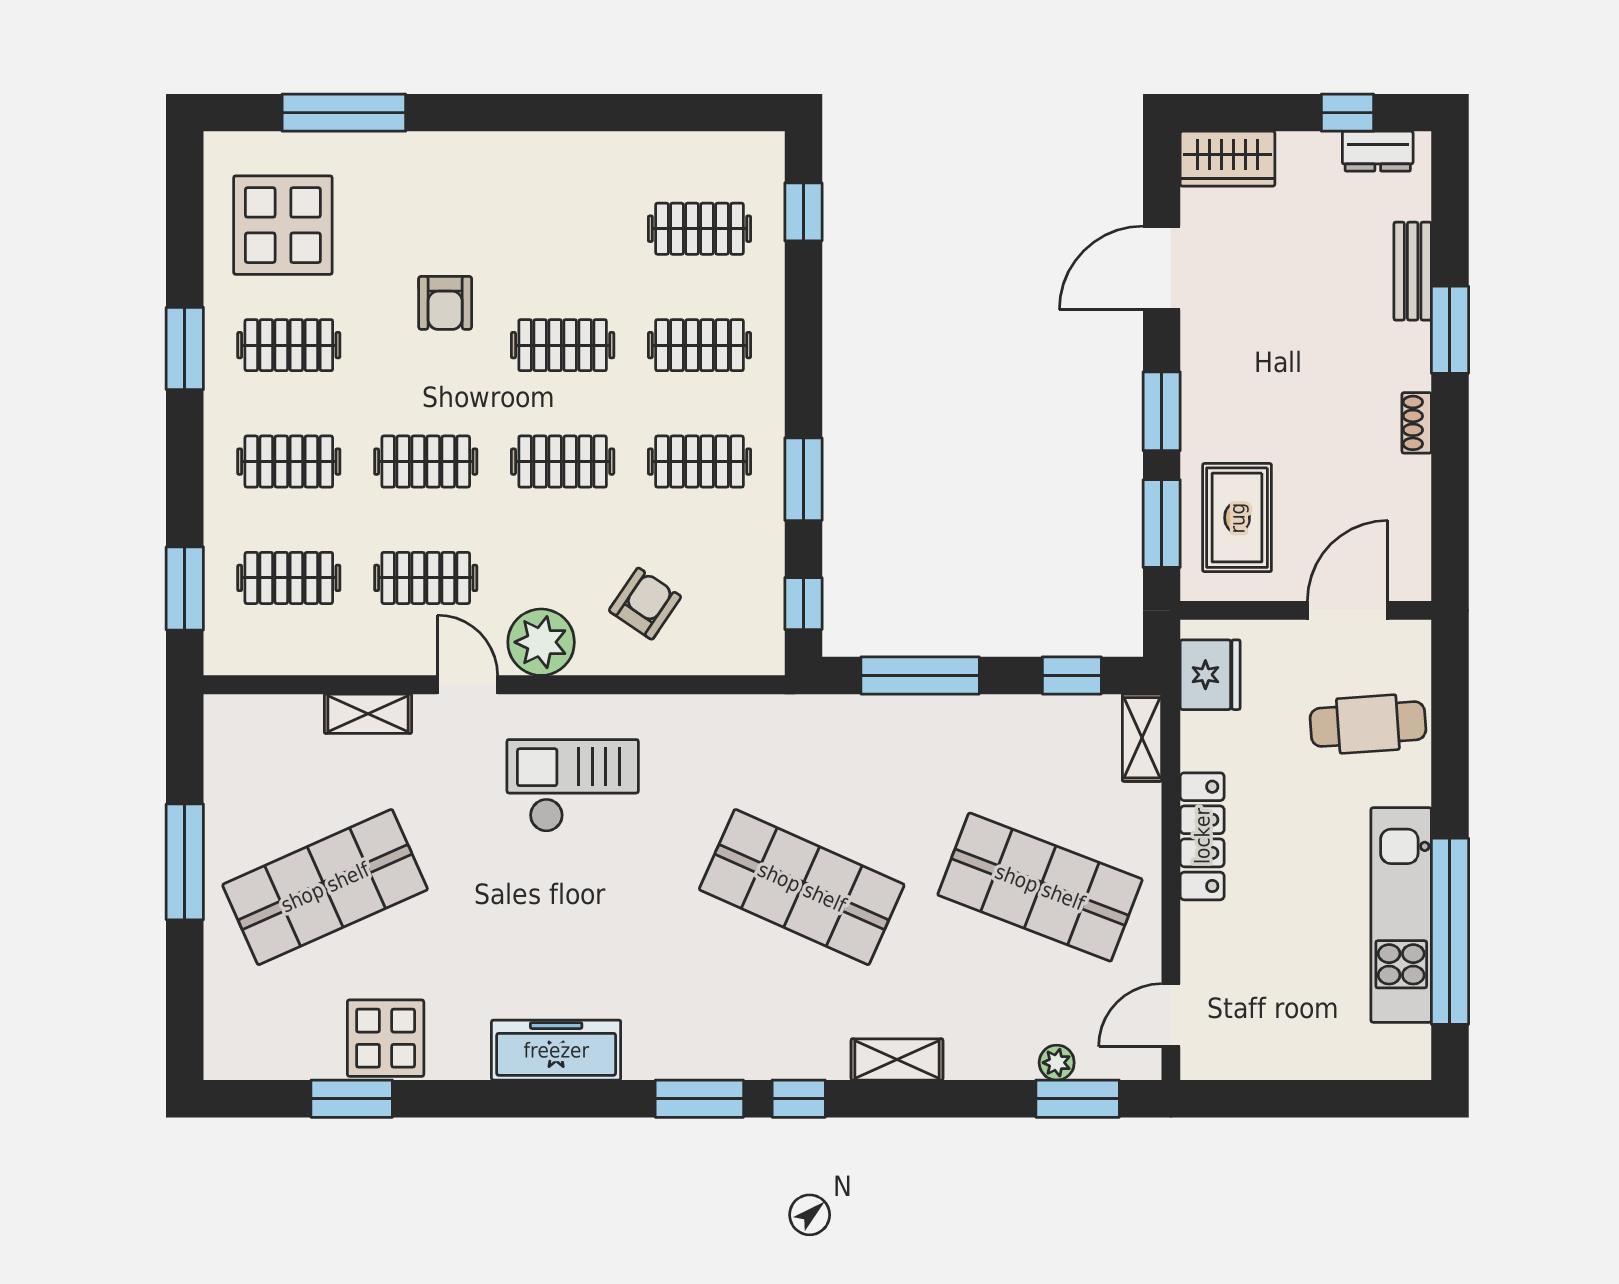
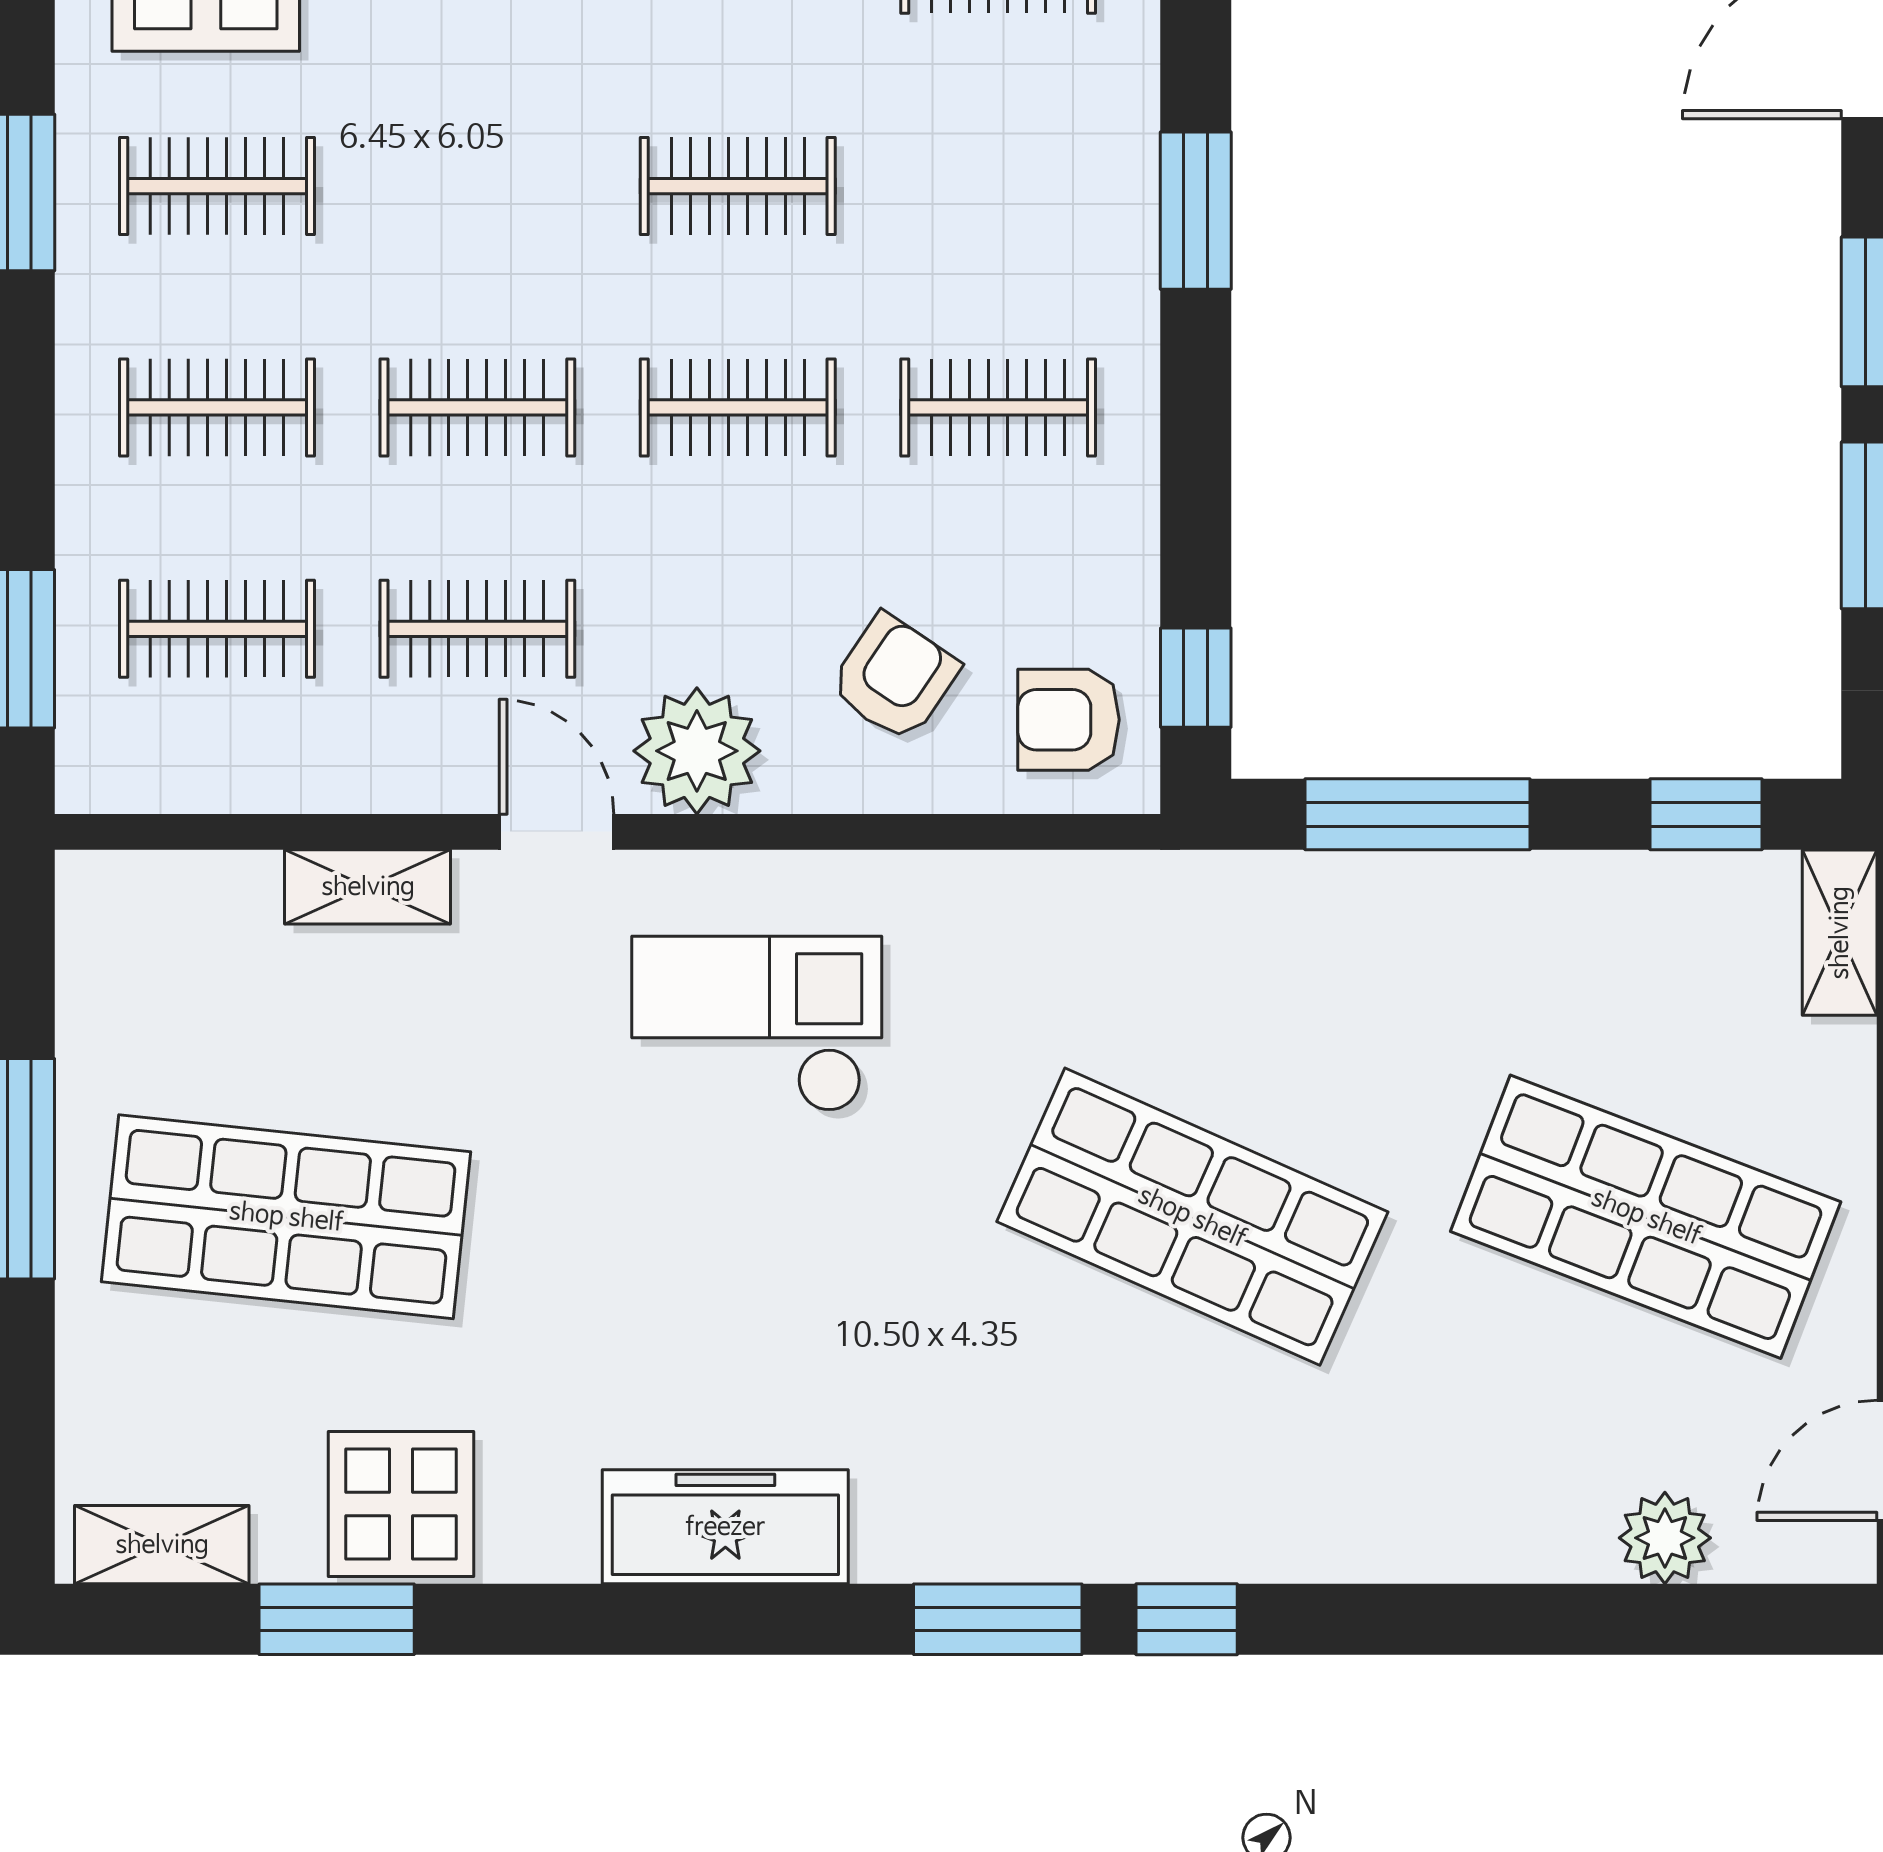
armchair: (445, 303) -> (1068, 720), moved, turned 90
clothes rail: (700, 345) -> (998, 186), removed
window: (803, 479) -> (1196, 211), moved
shop shelf: (325, 887) -> (286, 1217), turned 30
shelving: (897, 1059) -> (162, 1545), moved
plant: (1057, 1063) -> (1665, 1538), width x1.38, depth x1.38
window: (1078, 1099) -> (1717, 1619), removed

